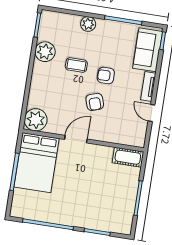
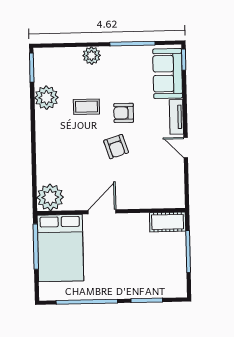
plant: (36, 120) -> (50, 197), moved
door: (76, 139) -> (102, 212), moved
wall: (83, 140) -> (111, 212), moved
cot: (128, 157) -> (168, 222), moved
bed: (36, 163) -> (60, 248), moved

